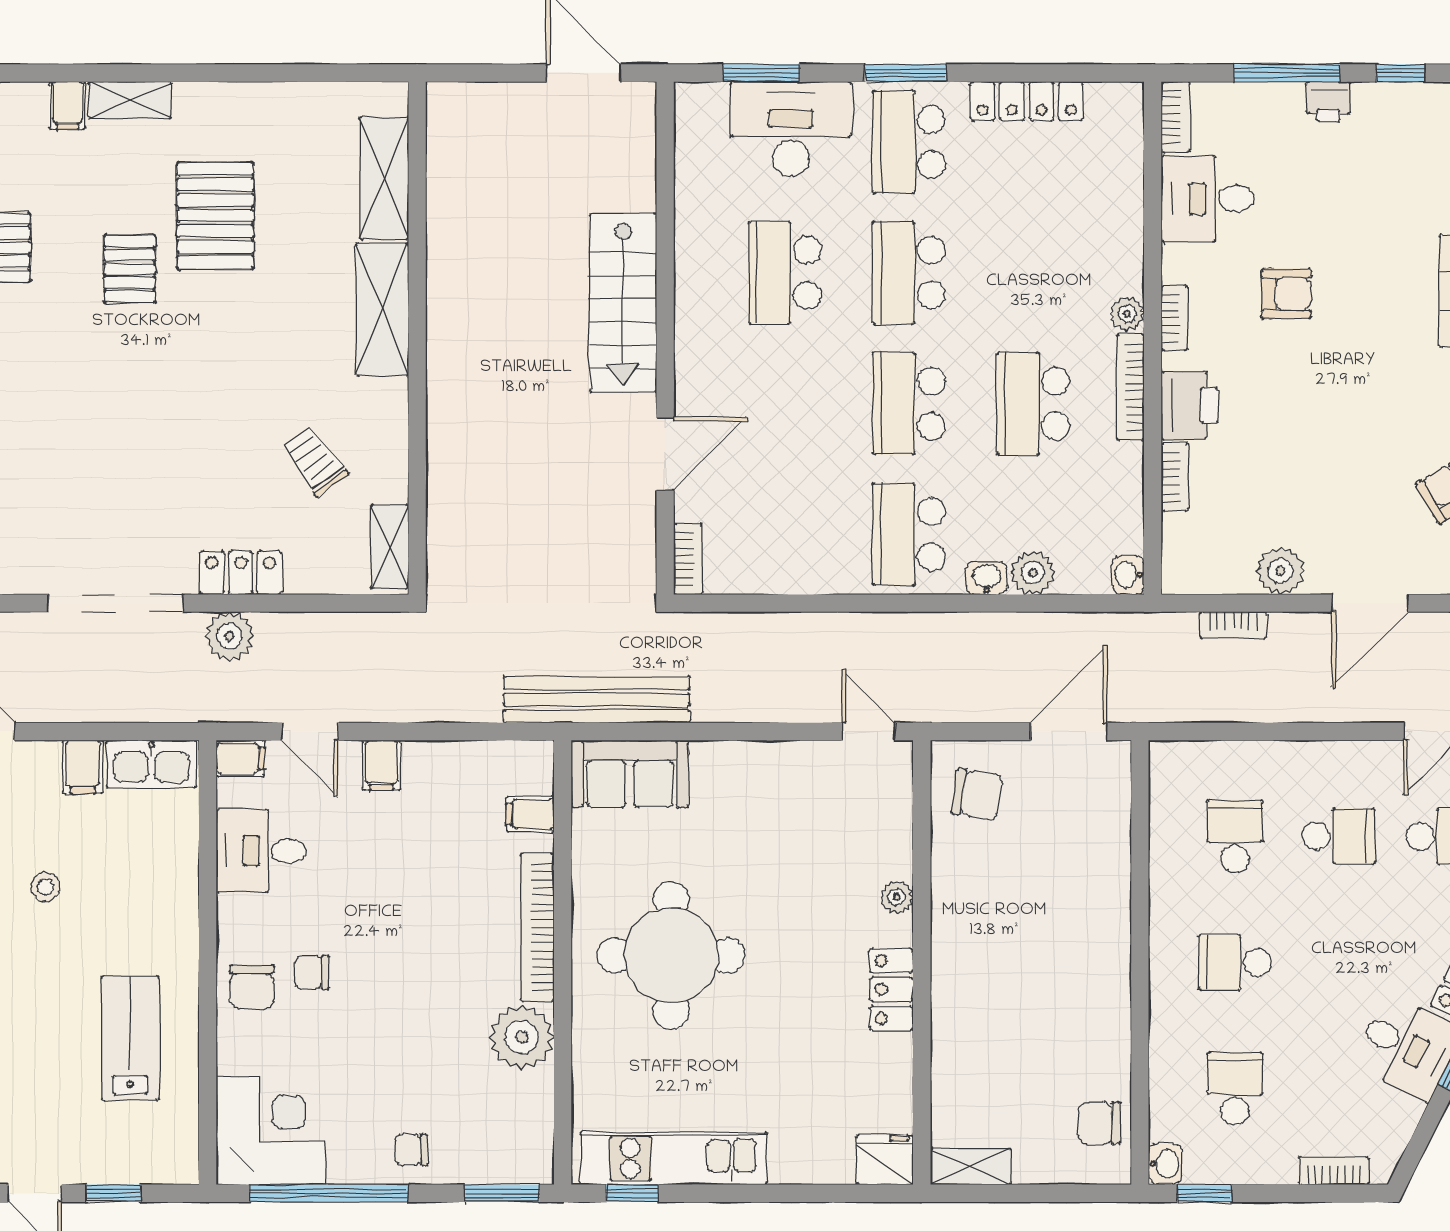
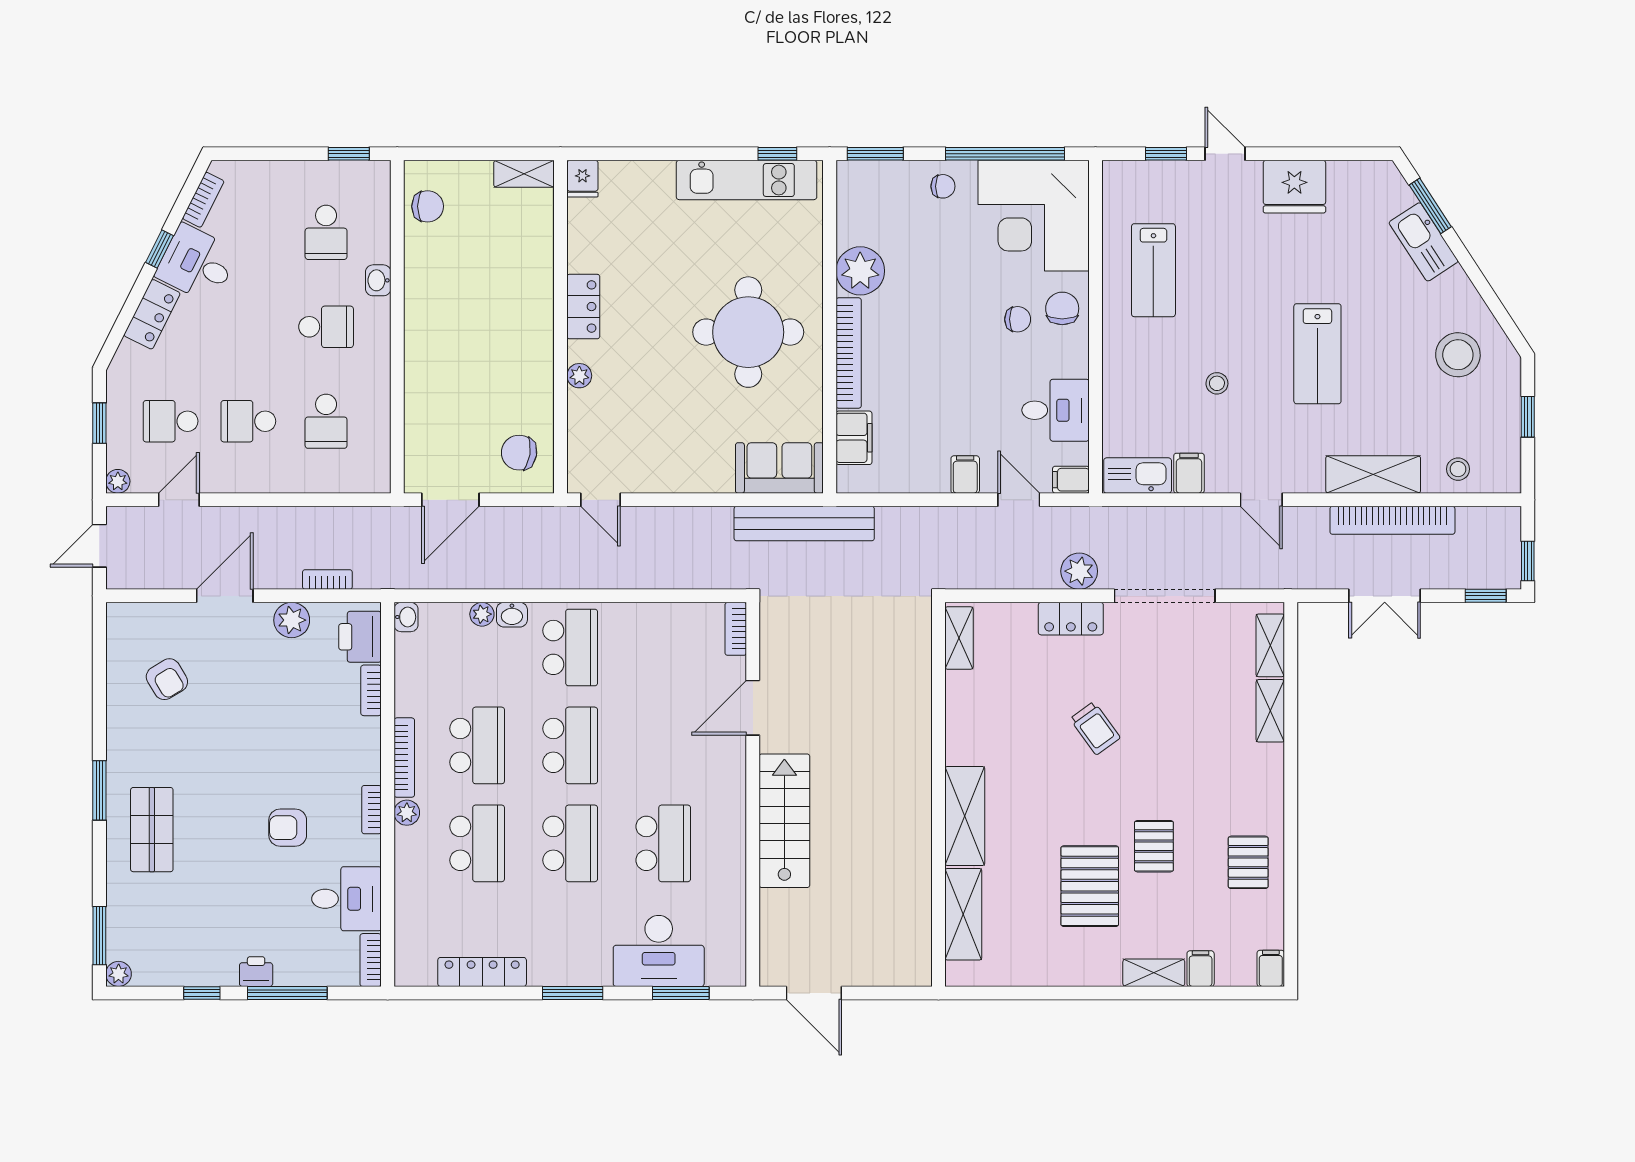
school desk: (909, 142) -> (477, 843), moved
printer: (1189, 405) -> (360, 637), moved
trolley: (315, 461) -> (1095, 728), moved
plant: (1033, 573) -> (482, 614), width x0.73, depth x0.73
filing cabinet: (530, 814) -> (854, 438), width x2.00
corner desk: (271, 1130) -> (1034, 216), width x1.36, depth x1.36
fridge: (885, 1160) -> (582, 179), width x0.72
washbasin: (1165, 1164) -> (378, 280), moved
bookcase: (1334, 1171) -> (203, 200), moved, turned -63

